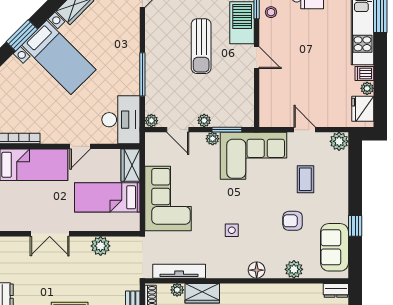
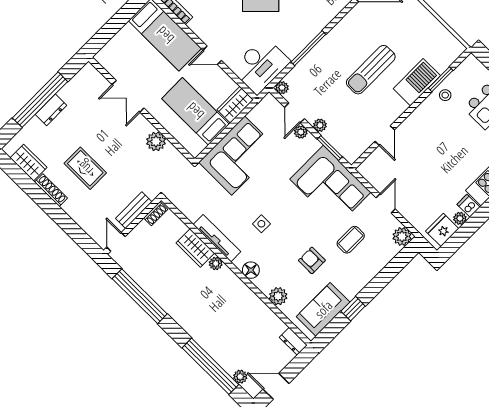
door: (257, 58) -> (385, 135), moved
plant: (213, 139) -> (301, 132), moved
tv unit: (179, 271) -> (217, 238), moved
plant: (177, 290) -> (216, 263), moved

